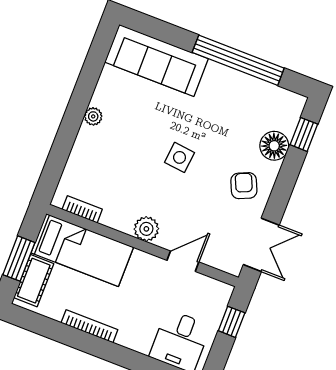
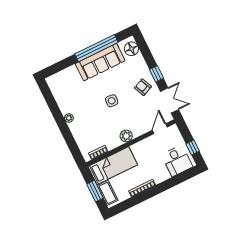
sofa: (156, 60) -> (100, 62), moved
window: (304, 134) -> (156, 74), moved
floor lamp: (274, 146) -> (131, 49), moved
door: (183, 261) -> (160, 129), moved
window: (232, 322) -> (193, 147), moved

